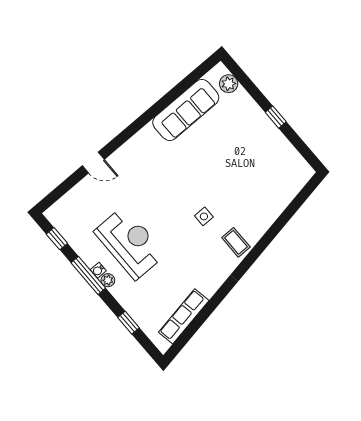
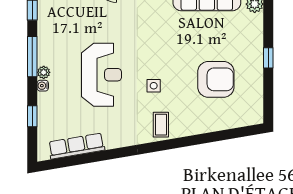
armchair: (249, 169) -> (216, 79), added
reception desk: (130, 243) -> (102, 75), moved
water cooler: (98, 270) -> (43, 86), moved

